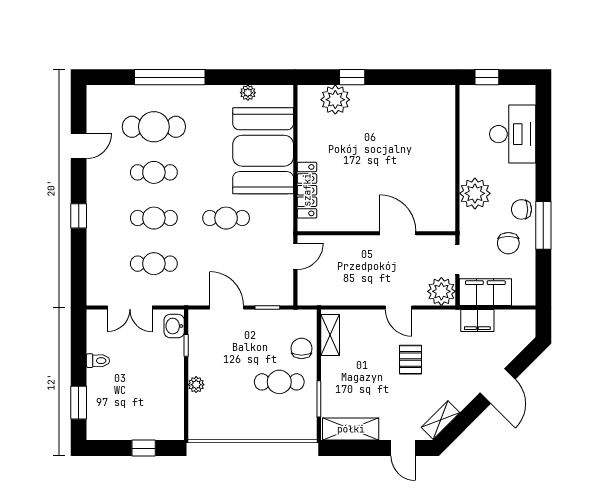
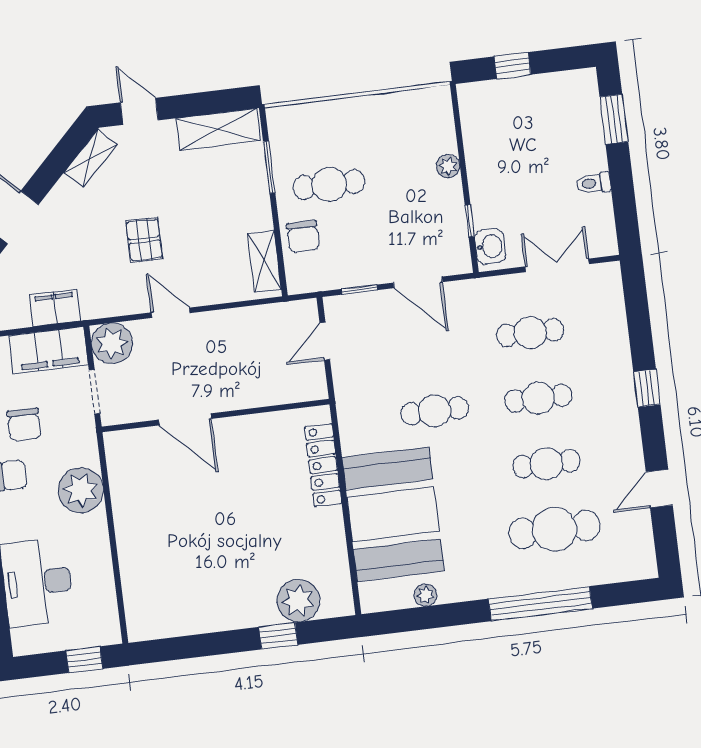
chair: (508, 243) -> (24, 425), turned 180
door: (295, 256) -> (325, 341), moved

